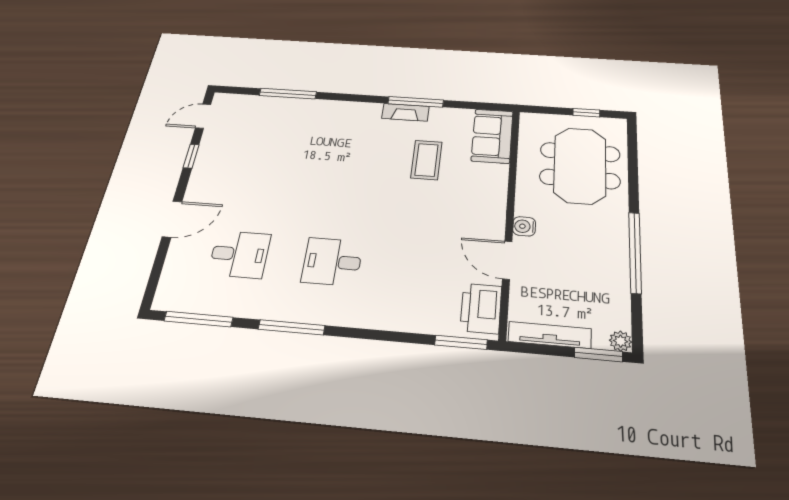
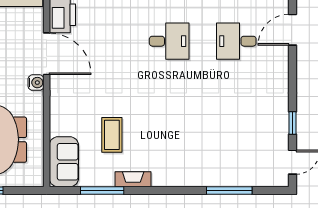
window: (416, 102) -> (102, 190), moved
door: (172, 219) -> (292, 30), moved
door: (507, 260) -> (47, 54), width x1.36

